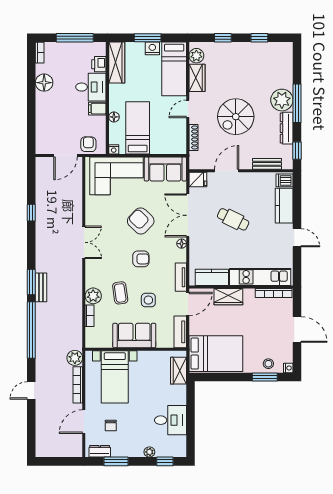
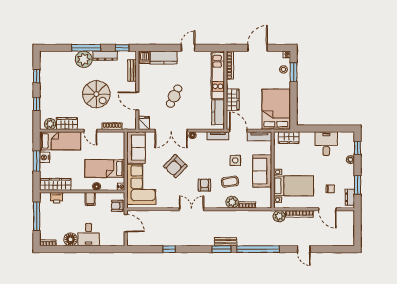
desk: (91, 87) -> (89, 235), moved, turned 180
armchair: (141, 259) -> (204, 185), moved

